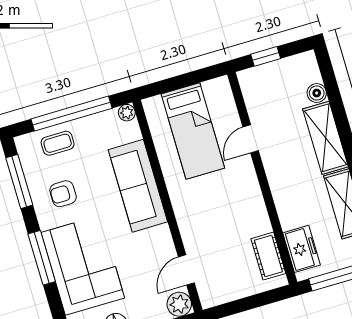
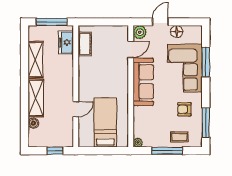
window: (72, 114) -> (167, 151), width x0.68
sofa: (138, 186) -> (143, 82), moved
armchair: (63, 194) -> (184, 109), turned 180
window: (42, 258) -> (206, 62), moved

